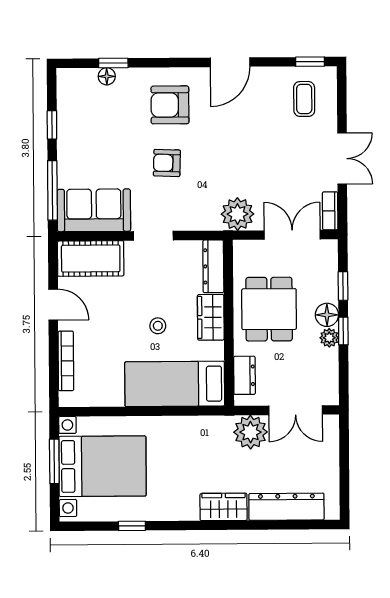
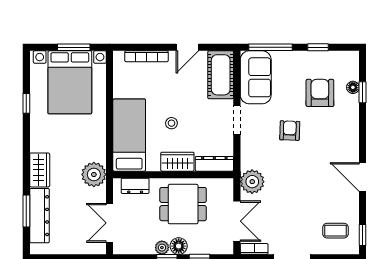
armchair: (170, 105) -> (320, 93), moved
plant: (251, 432) -> (94, 174), moved
window: (280, 525) -> (26, 211), added

